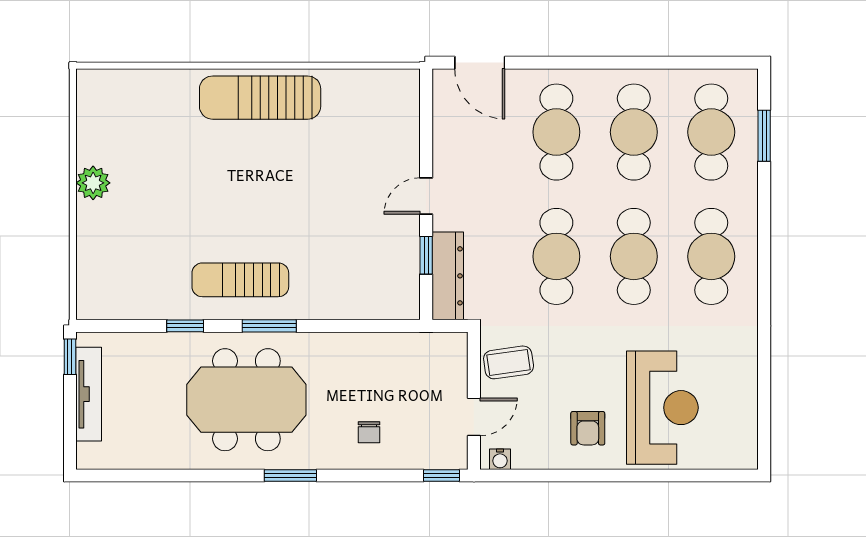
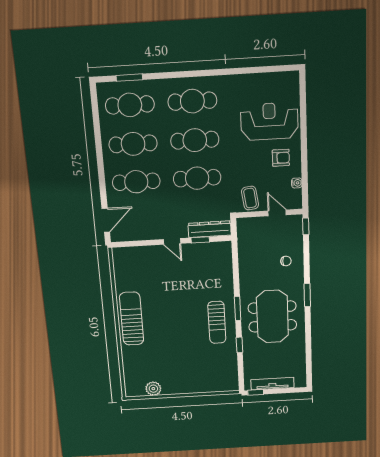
sun lounger: (260, 98) -> (132, 319), turned 180
plant: (93, 183) -> (153, 389), moved
water cooler: (500, 459) -> (297, 183), moved

